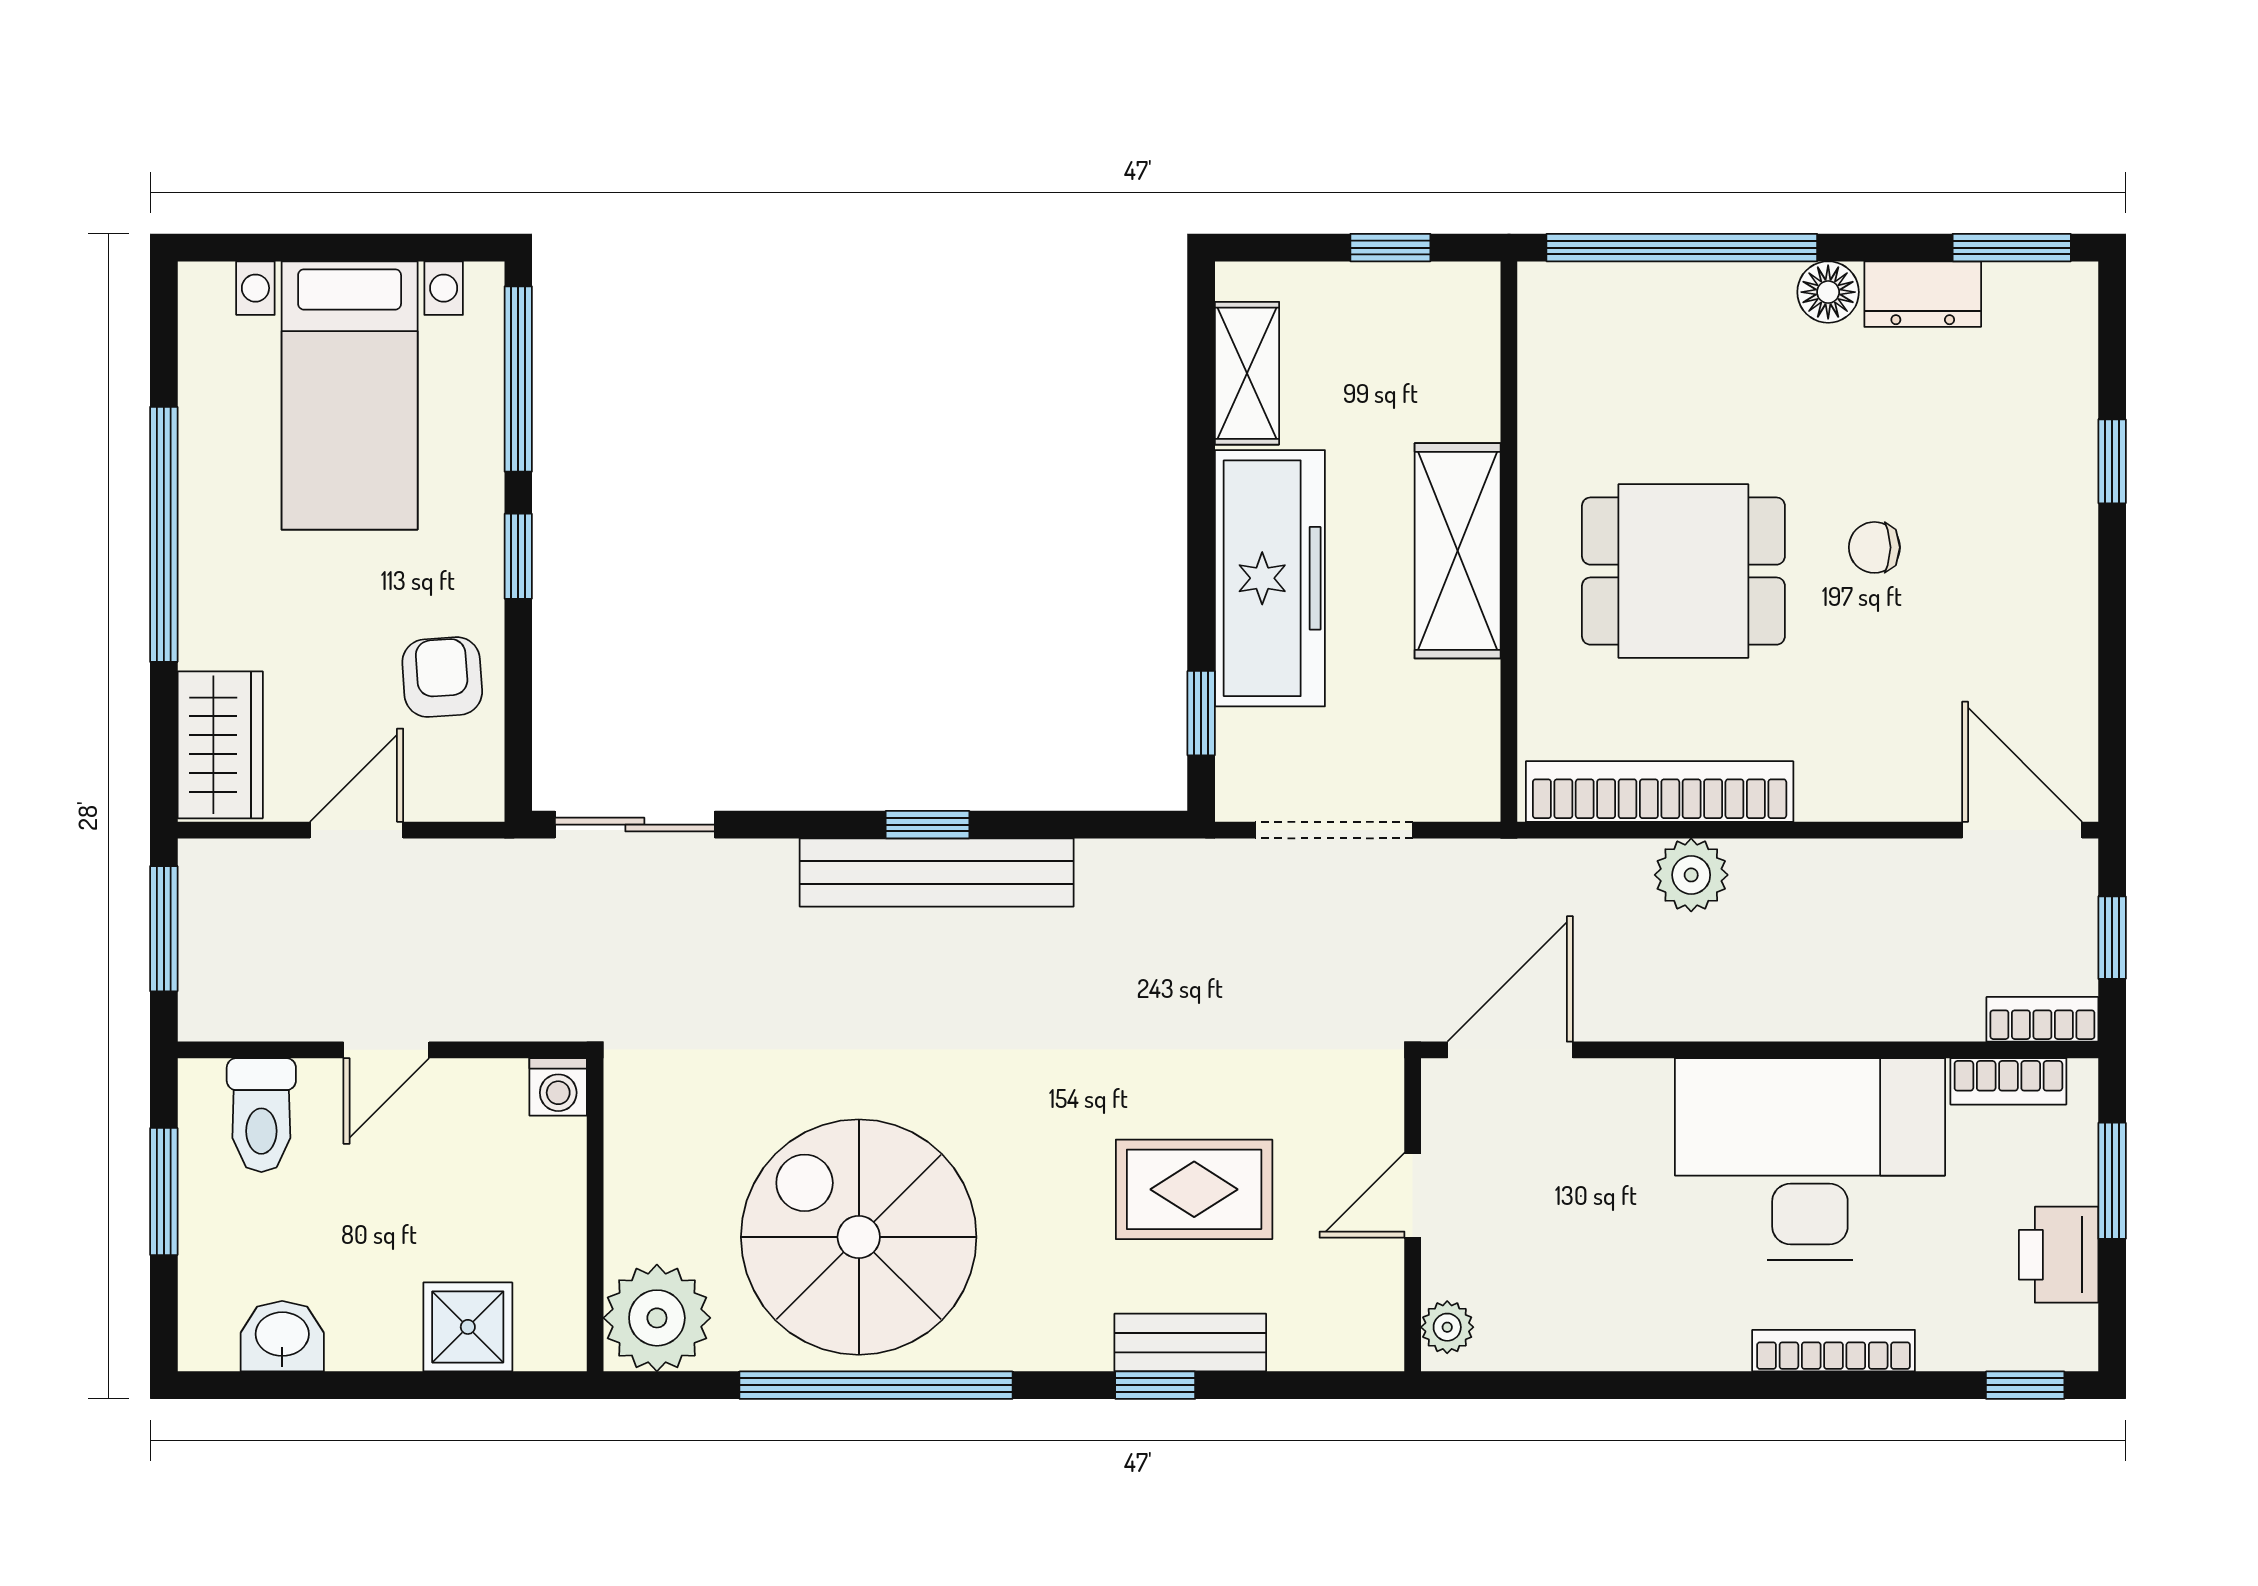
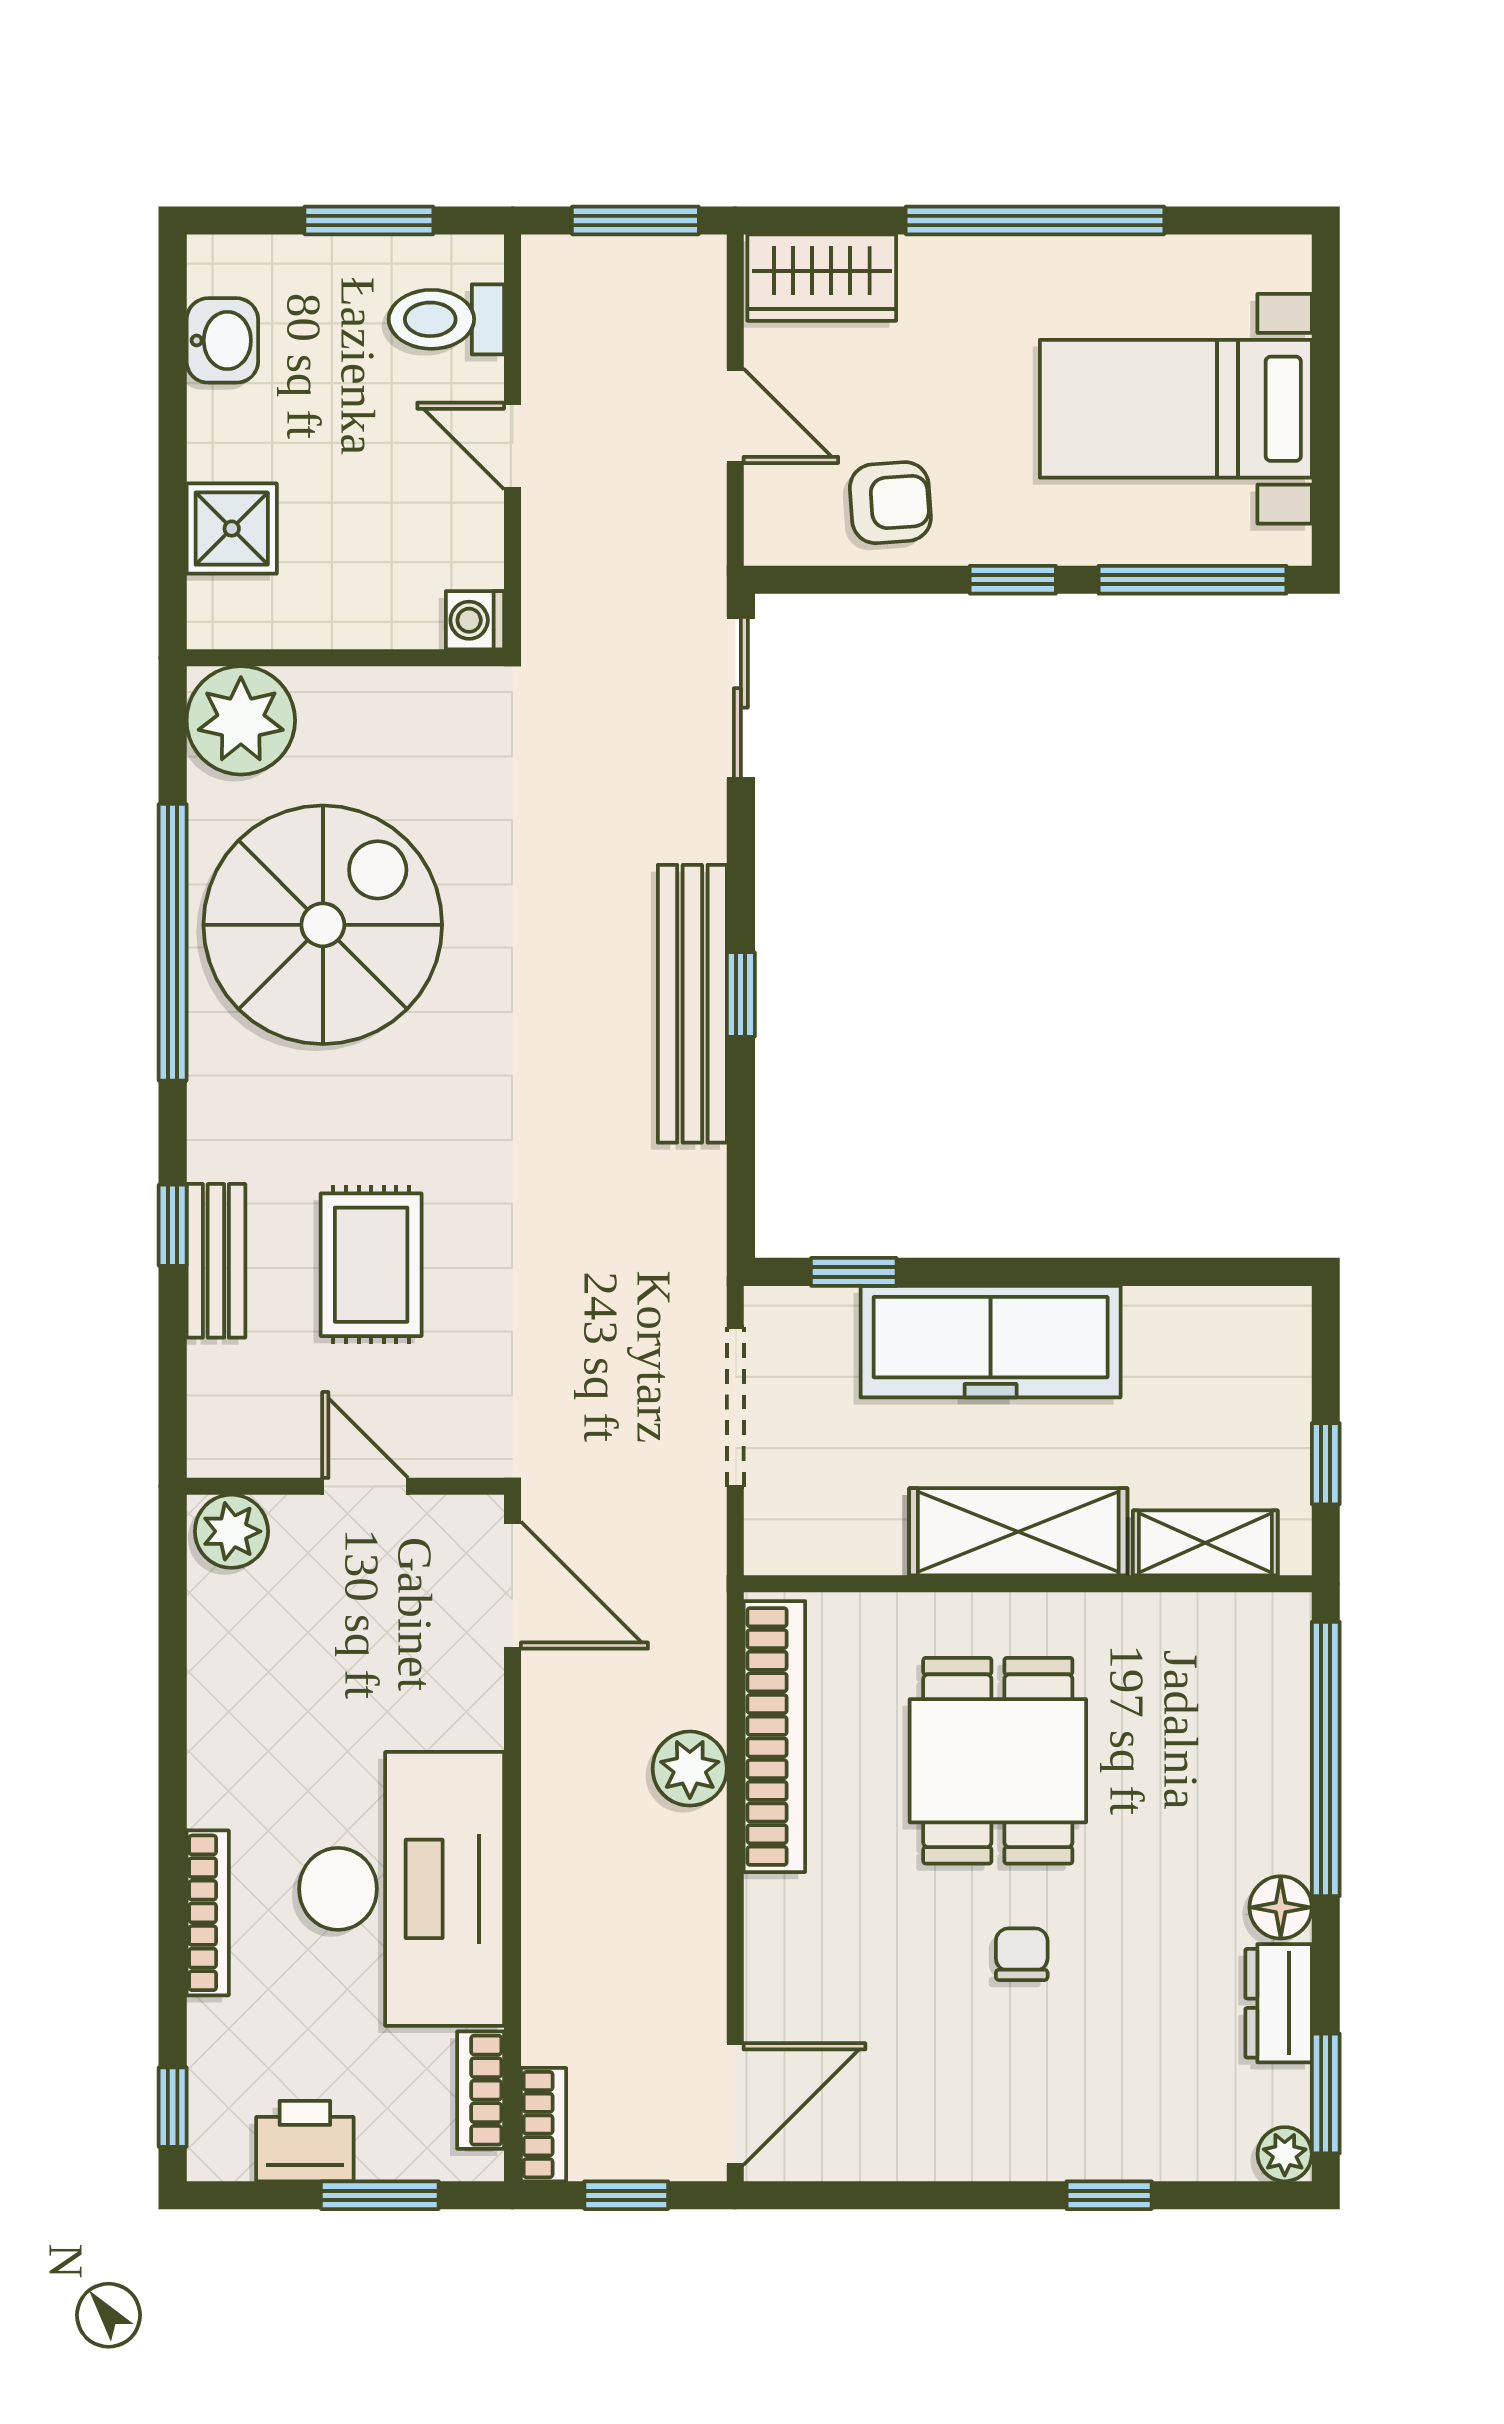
plant: (2072, 288) -> (1285, 2154), added
shelving: (1247, 373) -> (1205, 1543), moved
plant: (1447, 1327) -> (231, 1531), width x1.38, depth x1.38

